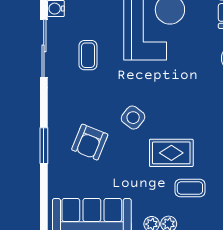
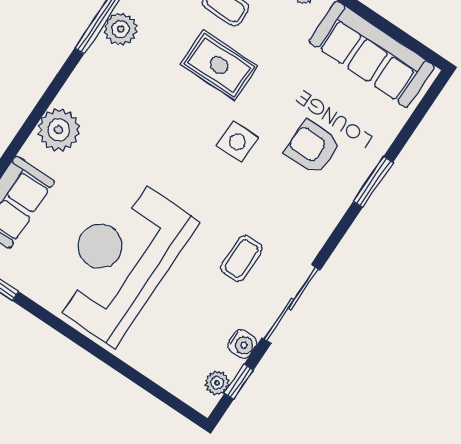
side table: (133, 118) -> (237, 142), turned -38
armchair: (90, 142) -> (313, 148), turned -112

